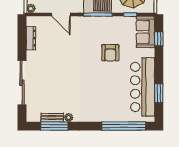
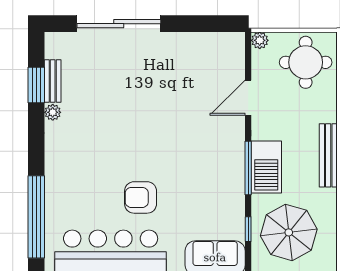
dresser: (31, 38) -> (203, 41), removed
armchair: (110, 53) -> (141, 197), moved
window: (54, 126) -> (36, 85), width x0.69

